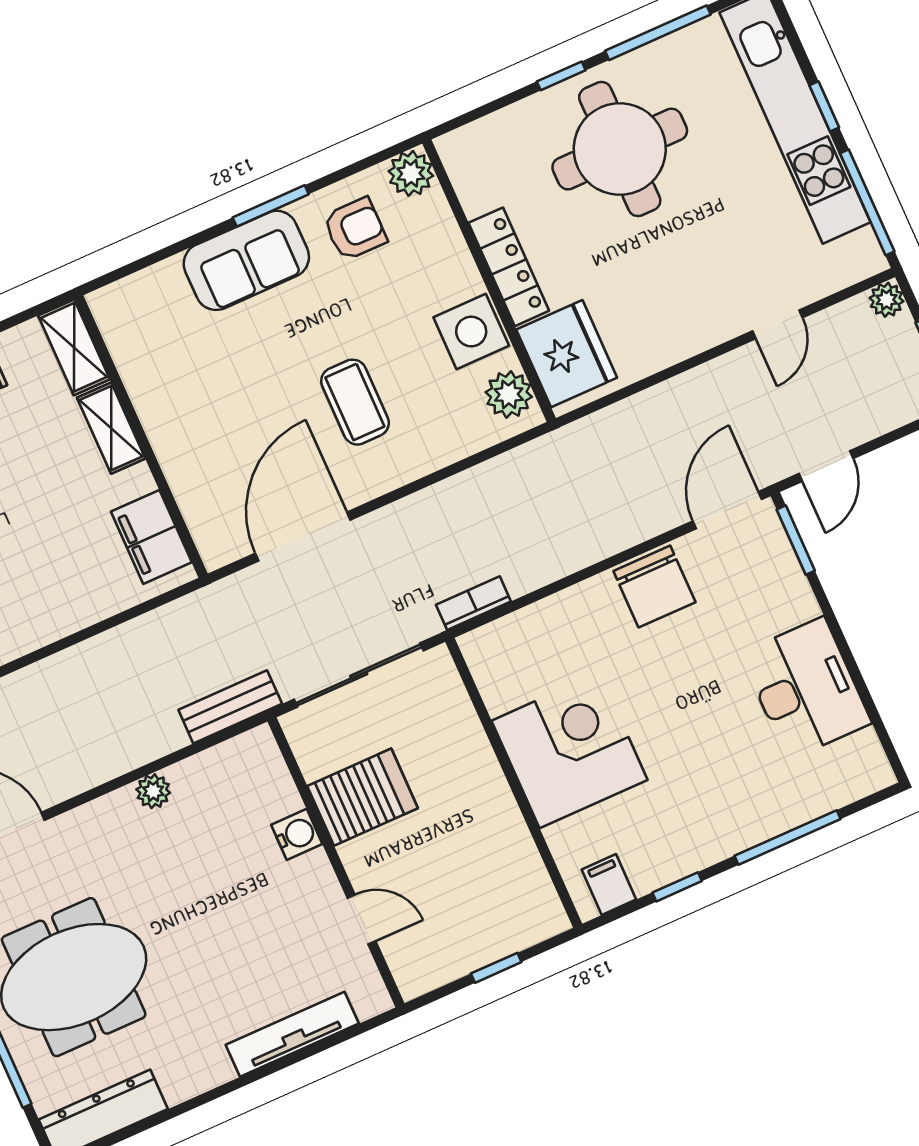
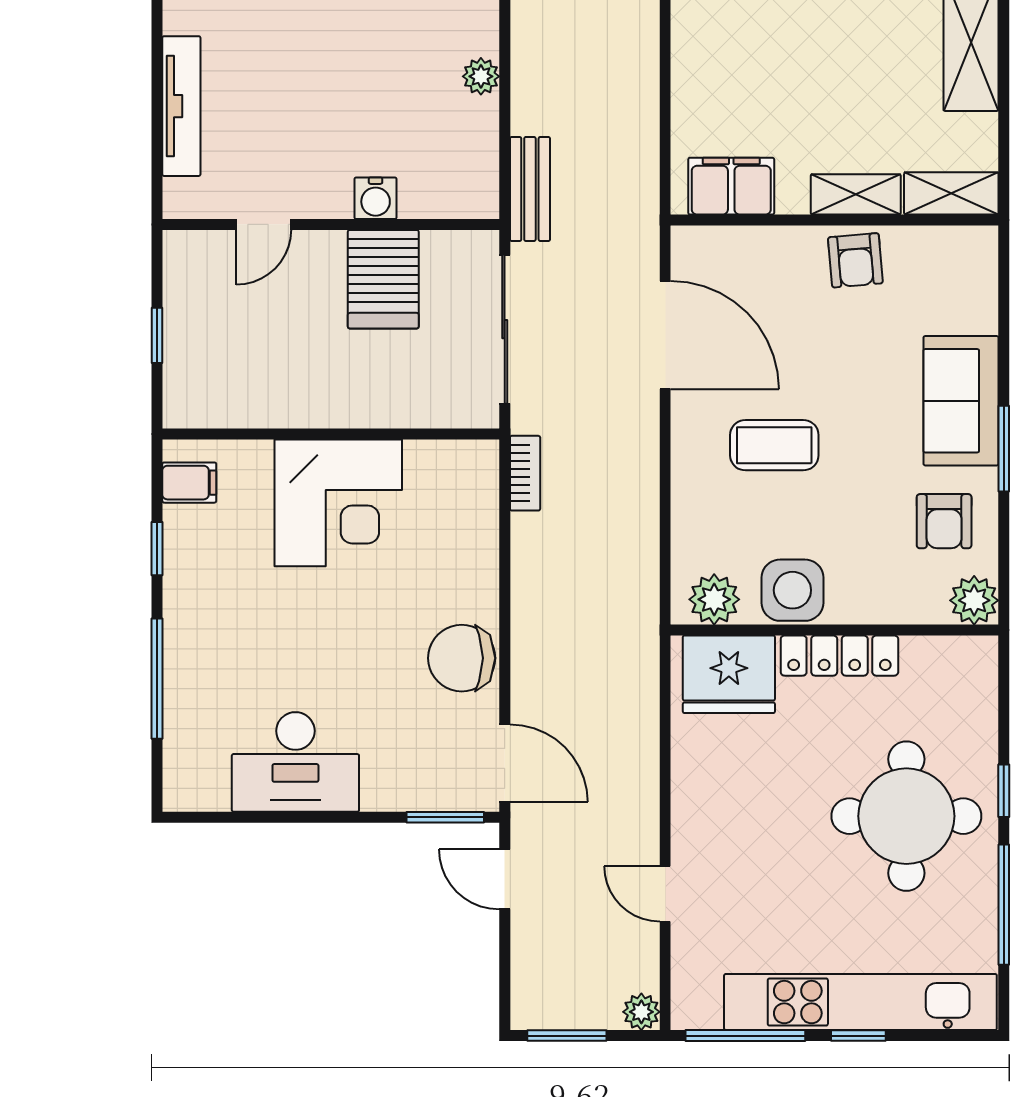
armchair: (167, 403) -> (855, 260), added

